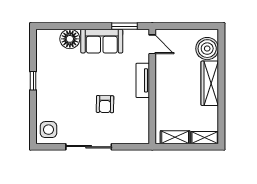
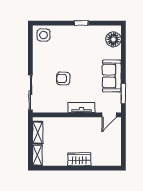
floor lamp: (70, 39) -> (113, 39), moved
boiler: (207, 49) -> (106, 157), removed
wardrobe: (210, 83) -> (79, 159), width x0.67
sliding door: (89, 147) -> (30, 93), moved

